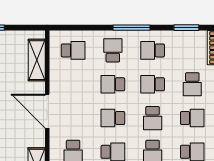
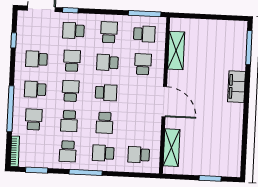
school desk: (113, 50) -> (103, 153), turned 90
school desk: (153, 50) -> (68, 151), turned 90
school desk: (113, 84) -> (105, 123), turned 90
school desk: (153, 84) -> (69, 121), turned 90

